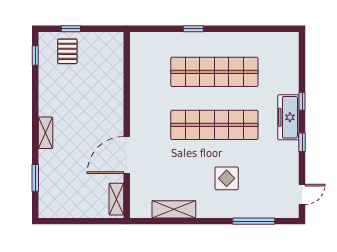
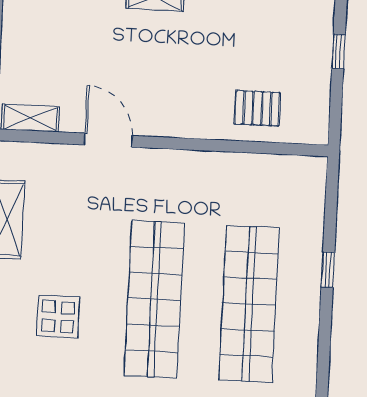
pallet: (67, 51) -> (257, 108), moved
door: (127, 155) -> (108, 140), width x0.73

